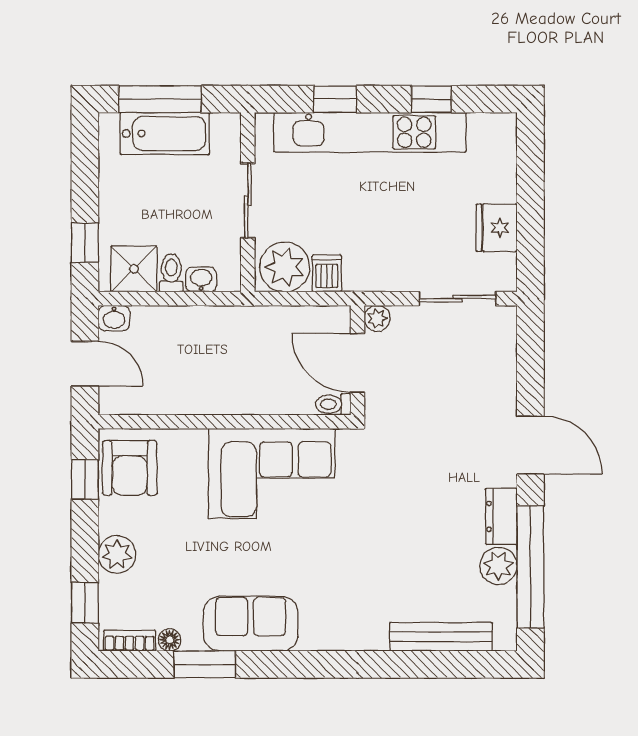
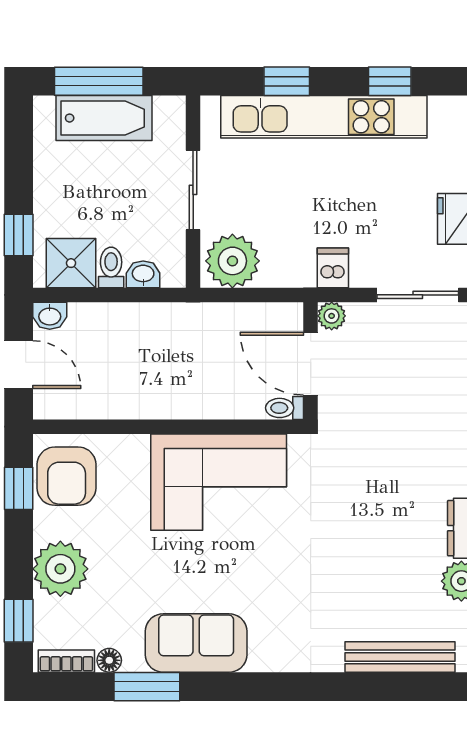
dishwasher: (327, 273) -> (333, 268), moved
plant: (117, 554) -> (60, 569), width x1.36, depth x1.36

